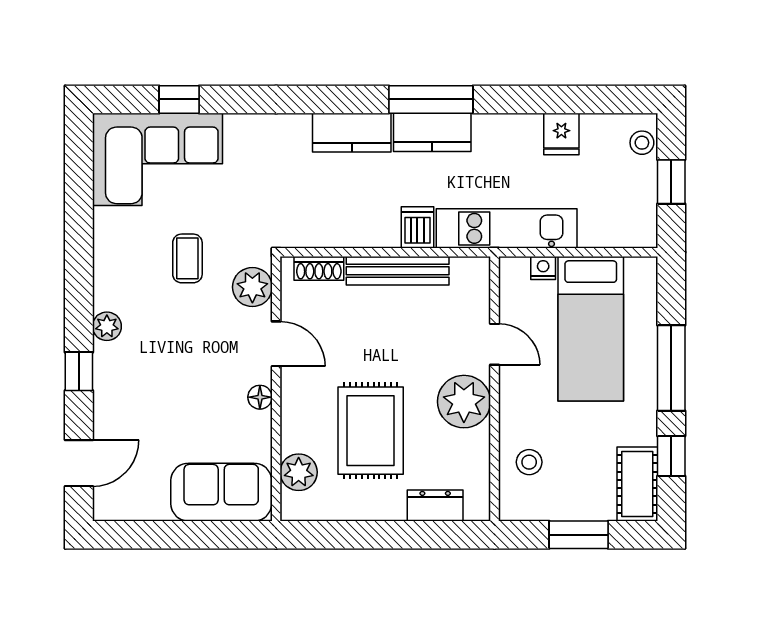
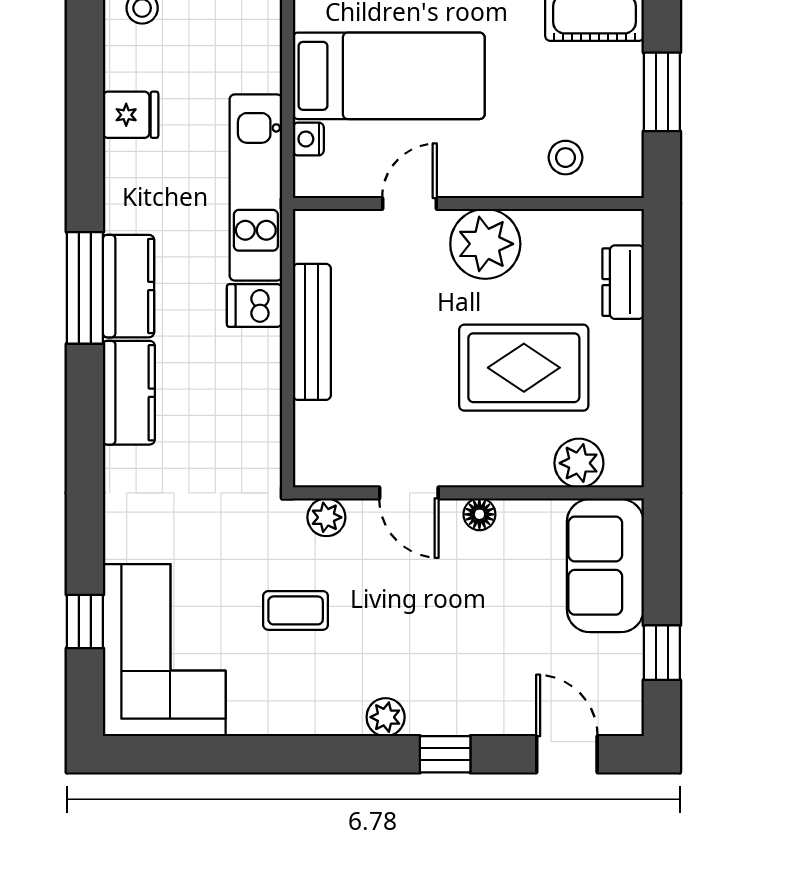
shoe rack: (319, 268) -> (309, 436), removed
plant: (252, 287) -> (326, 517), width x0.73, depth x0.73
door: (276, 344) -> (409, 493), swing flipped
window: (156, 535) -> (662, 653), added

